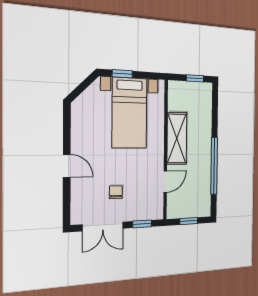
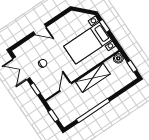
boiler: (175, 88) -> (118, 58), added
door: (67, 166) -> (40, 29), hinge flipped
door: (165, 182) -> (66, 87), swing flipped

